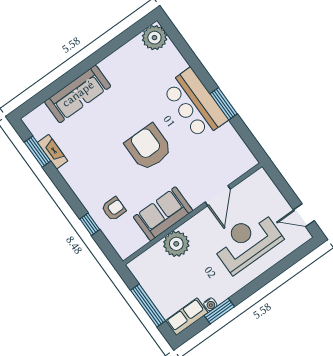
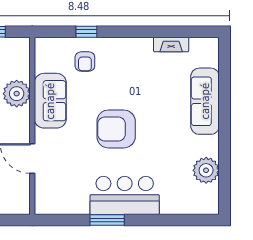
plant: (154, 38) -> (206, 170), moved
armchair: (148, 147) -> (116, 129), turned 180
window: (38, 152) -> (180, 32), removed

